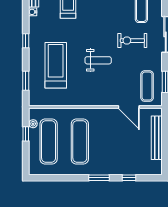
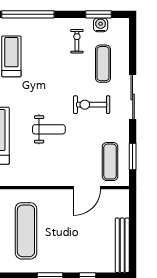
door: (129, 107) -> (87, 188), hinge flipped
bench: (157, 138) -> (122, 245), moved

